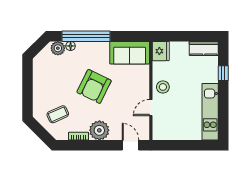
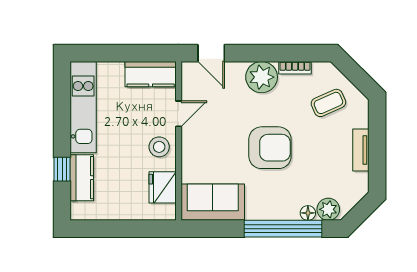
kitchen counter: (204, 48) -> (82, 178), moved, turned 90
fridge: (161, 51) -> (163, 187), moved
tv unit: (38, 85) -> (361, 150), added
armchair: (94, 86) -> (270, 148), turned 64
kitchen counter: (168, 132) -> (151, 74), added

